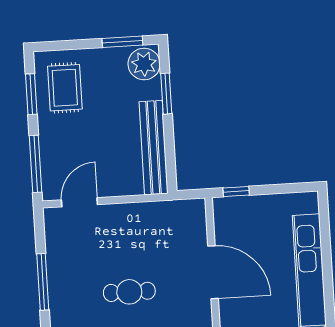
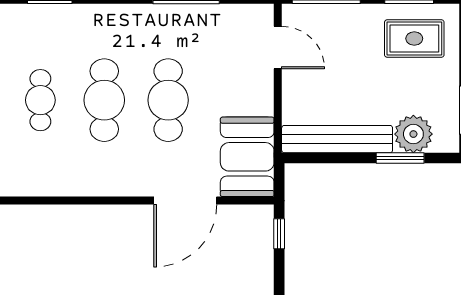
plant: (144, 64) -> (413, 134), moved
booth: (173, 222) -> (247, 157), added
cafe table: (129, 292) -> (168, 100), width x1.37, depth x1.35

